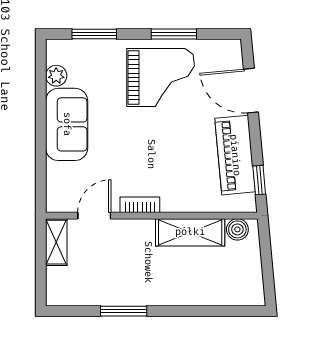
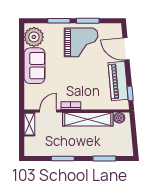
window: (94, 34) -> (59, 21), moved
plant: (56, 76) -> (34, 37), width x1.88, depth x1.88
shelving: (190, 232) -> (88, 119), width x1.47
window: (207, 311) -> (104, 158), added

